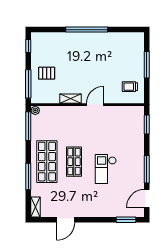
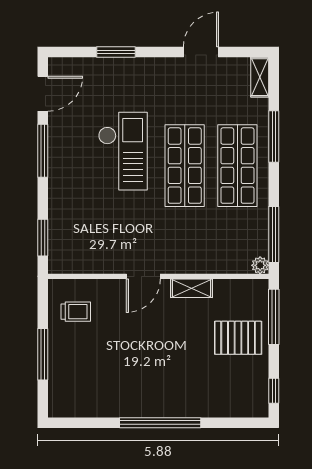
pallet: (47, 73) -> (238, 338), width x1.50, depth x1.42
shop shelf: (74, 162) -> (185, 166), width x1.43, depth x1.36
checkout: (106, 169) -> (123, 151), width x1.36, depth x1.21
window: (126, 220) -> (116, 52), moved

